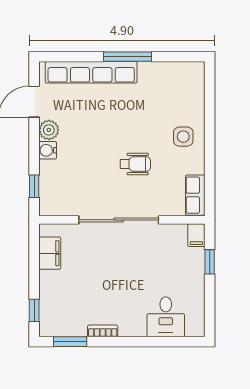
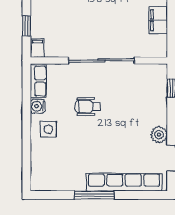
water cooler: (48, 150) -> (38, 106), moved, turned 180
filing cabinet: (50, 253) -> (158, 20), moved

